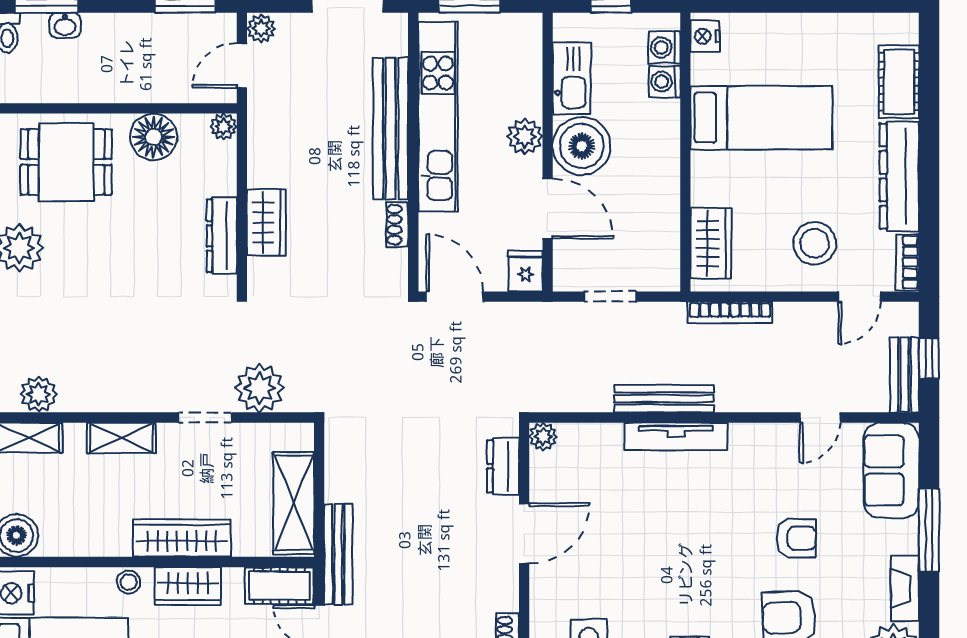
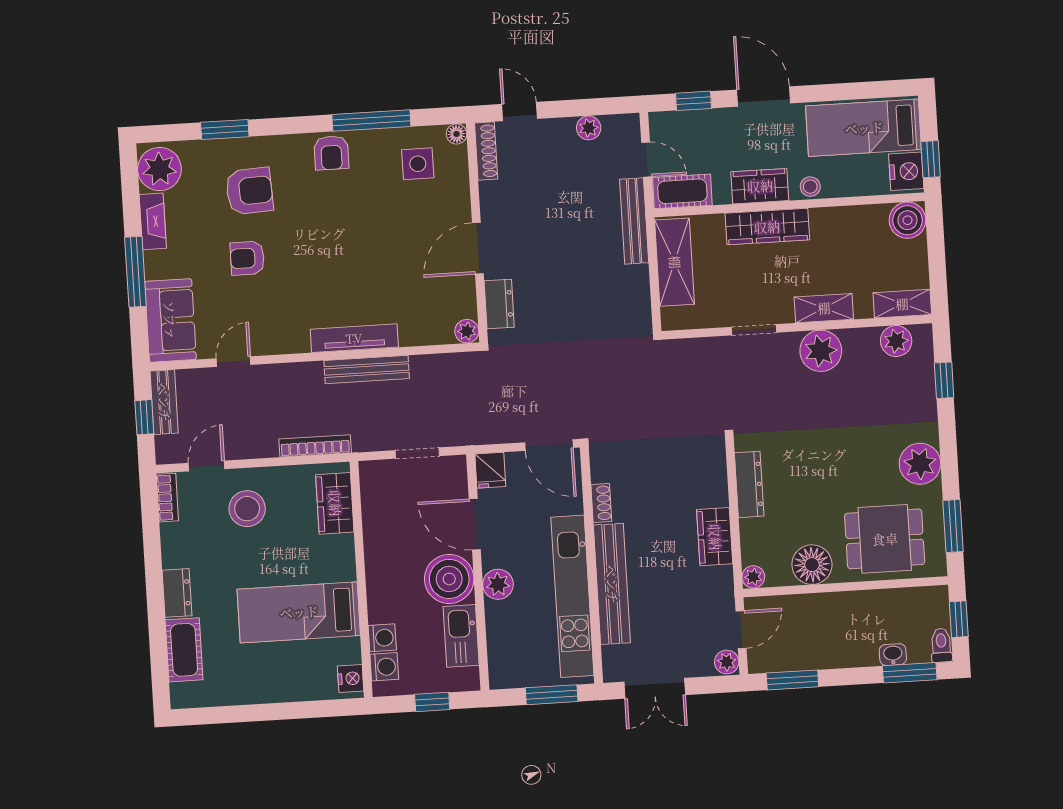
dresser: (899, 176) -> (177, 593), width x0.51, depth x0.80
wardrobe: (266, 222) -> (715, 537), moved
plant: (260, 388) -> (821, 351), moved

